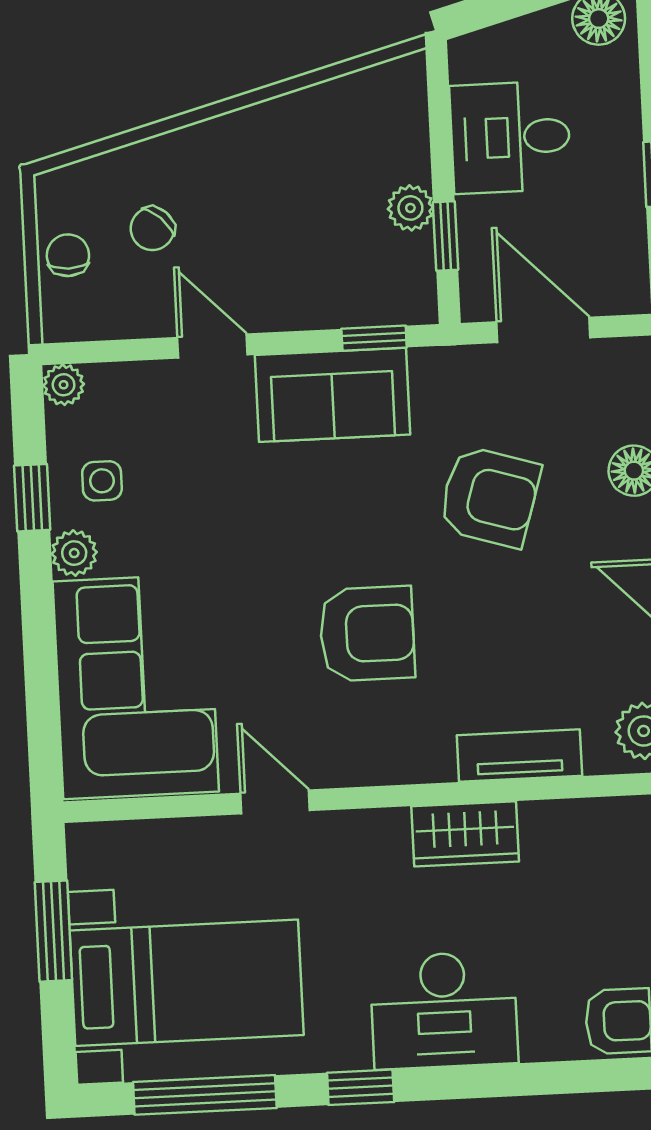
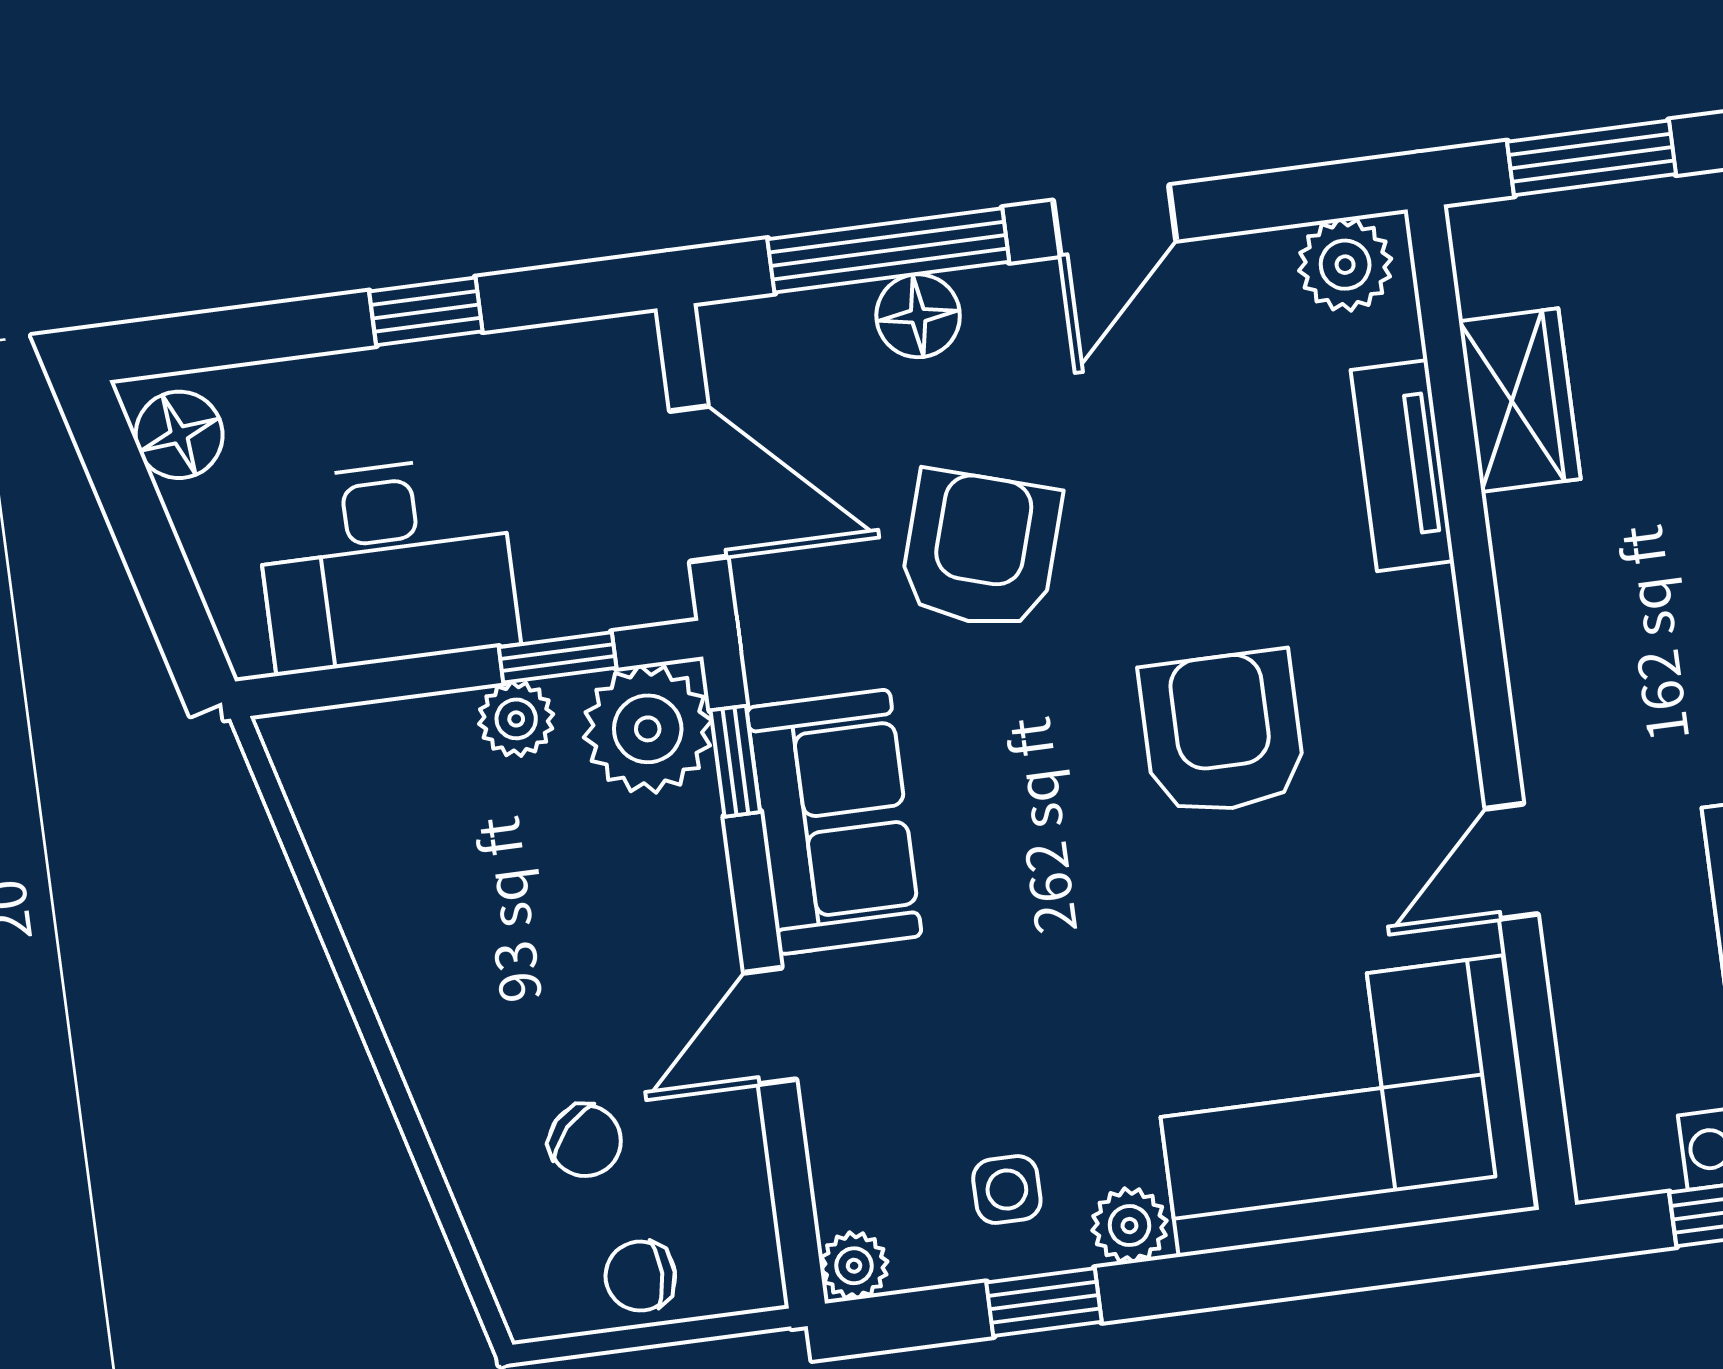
desk: (510, 137) -> (386, 564), width x1.37
plant: (398, 287) -> (648, 729), added
door: (543, 330) -> (699, 484), swing flipped
wardrobe: (465, 834) -> (1520, 400), moved

